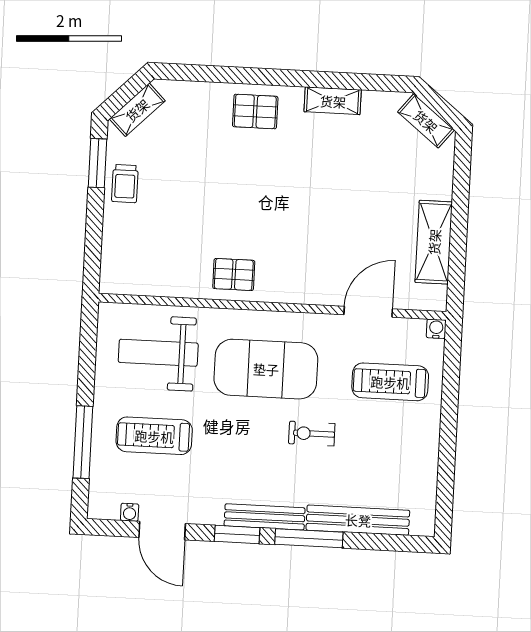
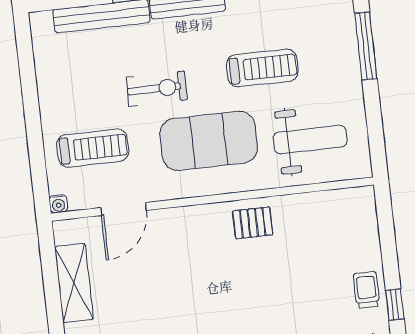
window: (97, 163) -> (395, 304), width x0.67
exercise bike: (312, 434) -> (157, 89), width x1.38, depth x1.39
treadmill: (154, 436) -> (262, 68), moved

